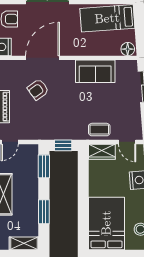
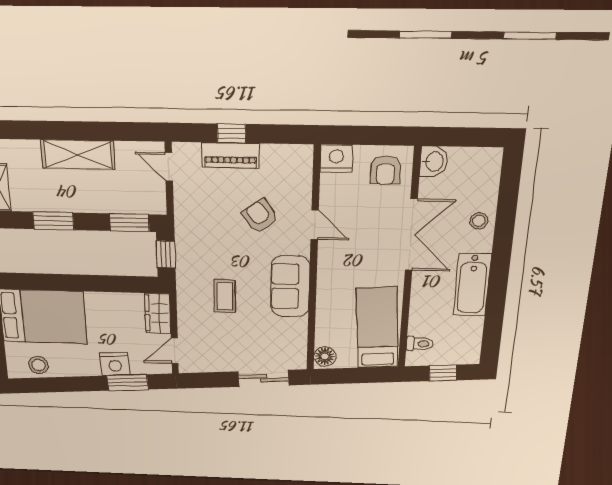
door: (43, 58) -> (315, 225), width x0.53
sofa: (95, 71) -> (290, 286), moved
coffee table: (99, 130) -> (225, 296), moved

